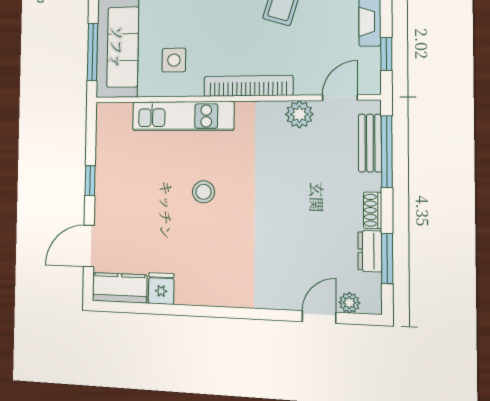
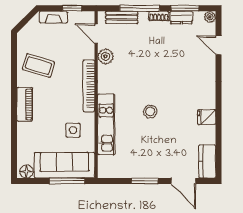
window: (387, 152) -> (140, 8), moved
window: (90, 181) -> (145, 181), width x1.50
fridge: (161, 289) -> (207, 117), moved
plant: (349, 303) -> (210, 17), moved

